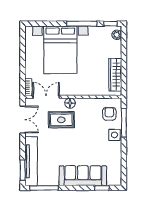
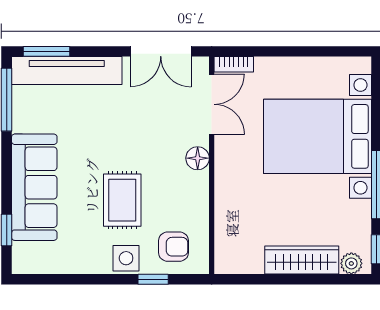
wardrobe: (115, 75) -> (302, 260), moved
rug: (61, 120) -> (122, 200), moved
window: (124, 123) -> (153, 279), width x0.46

